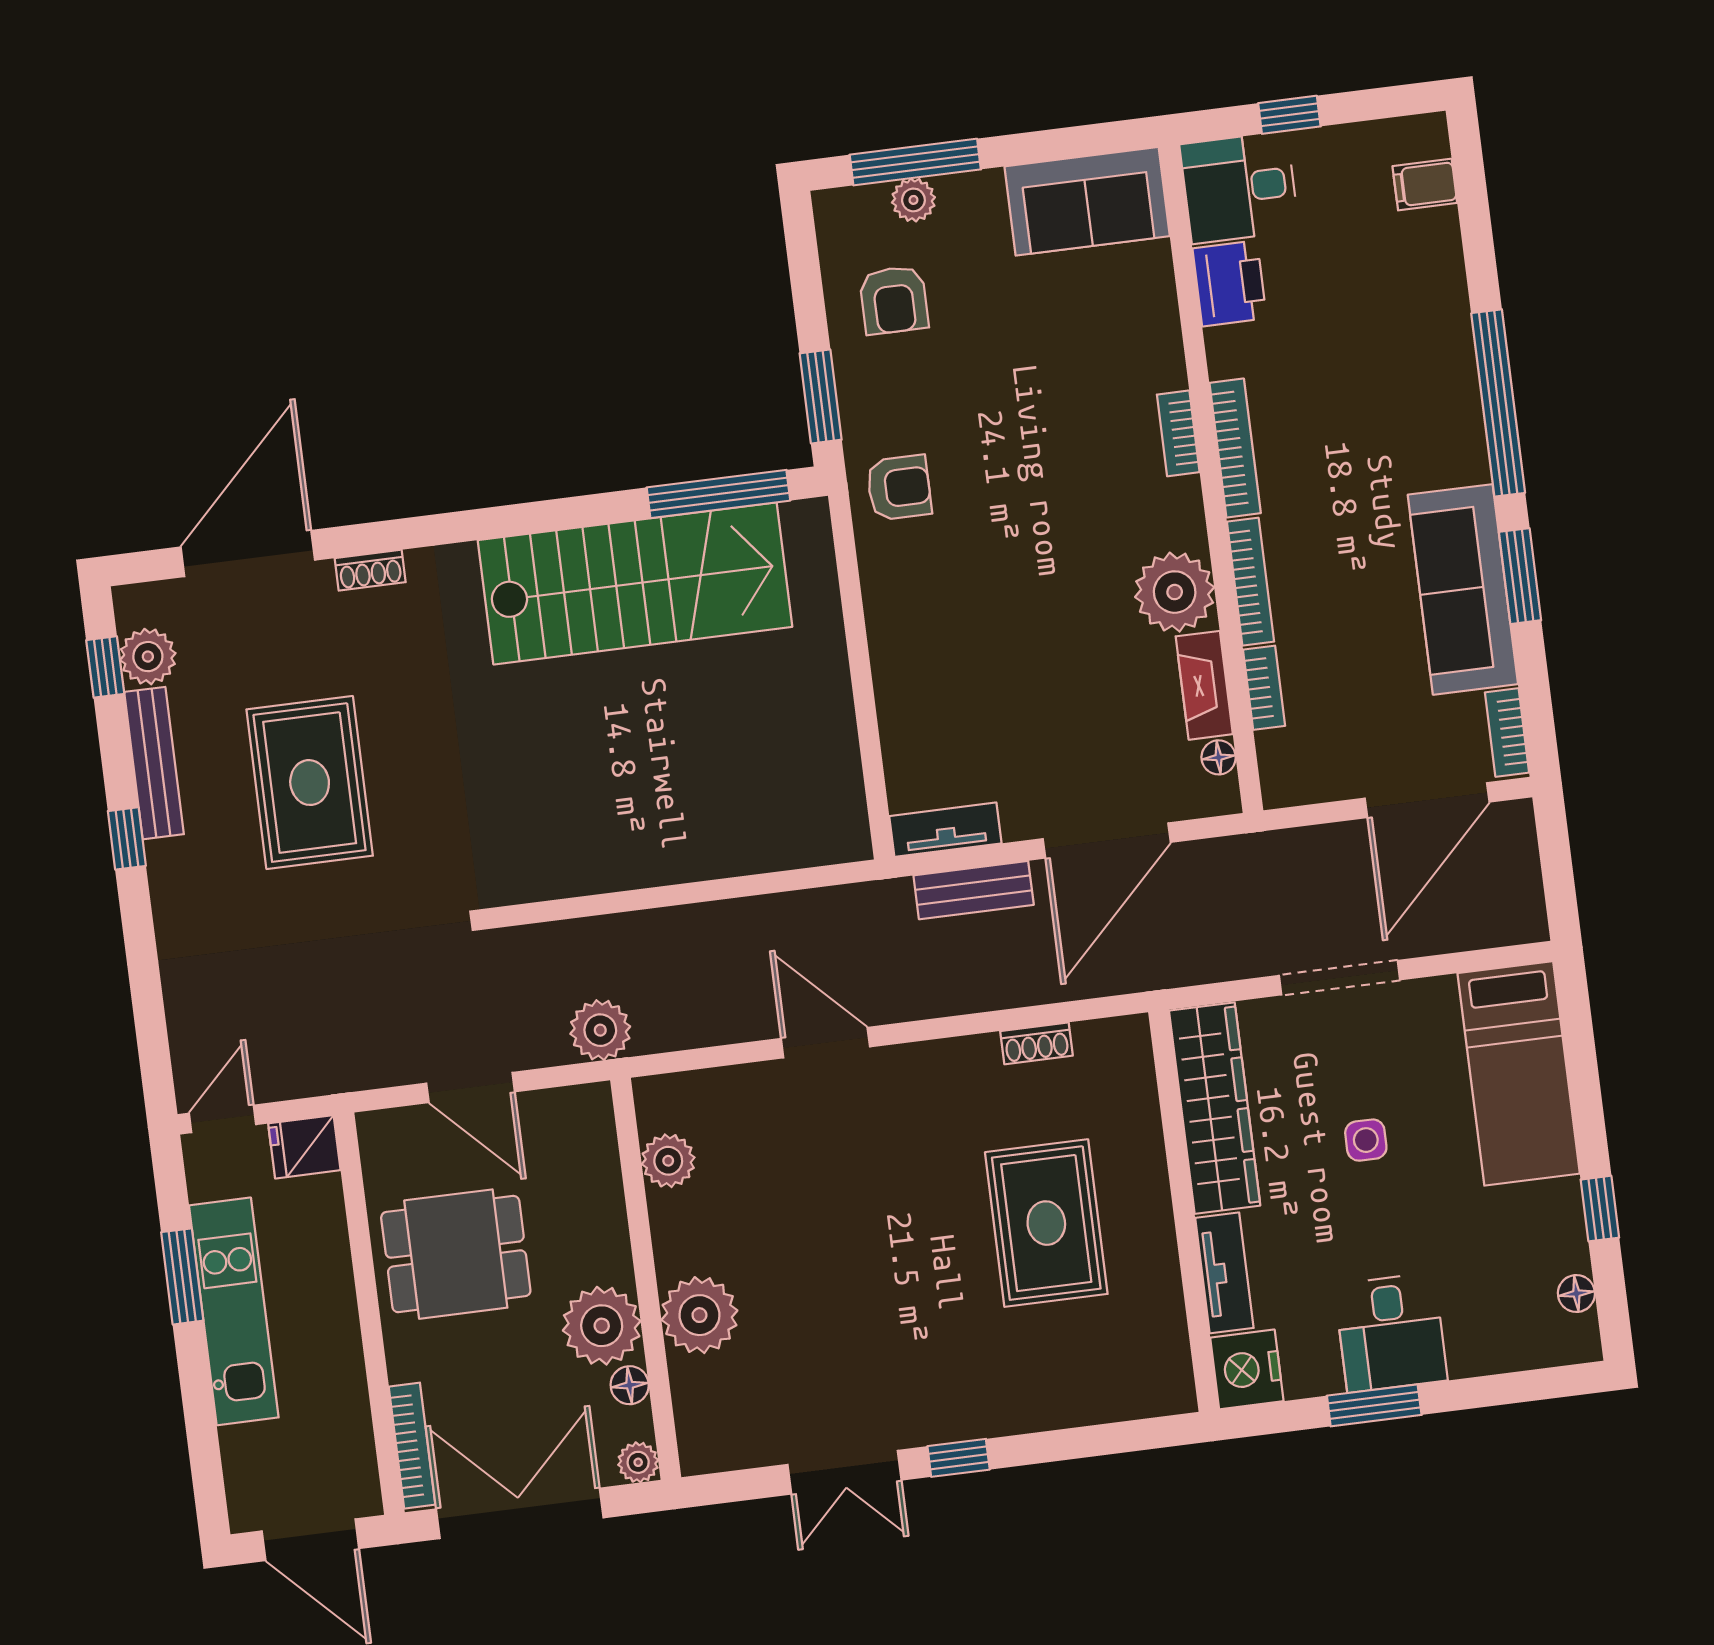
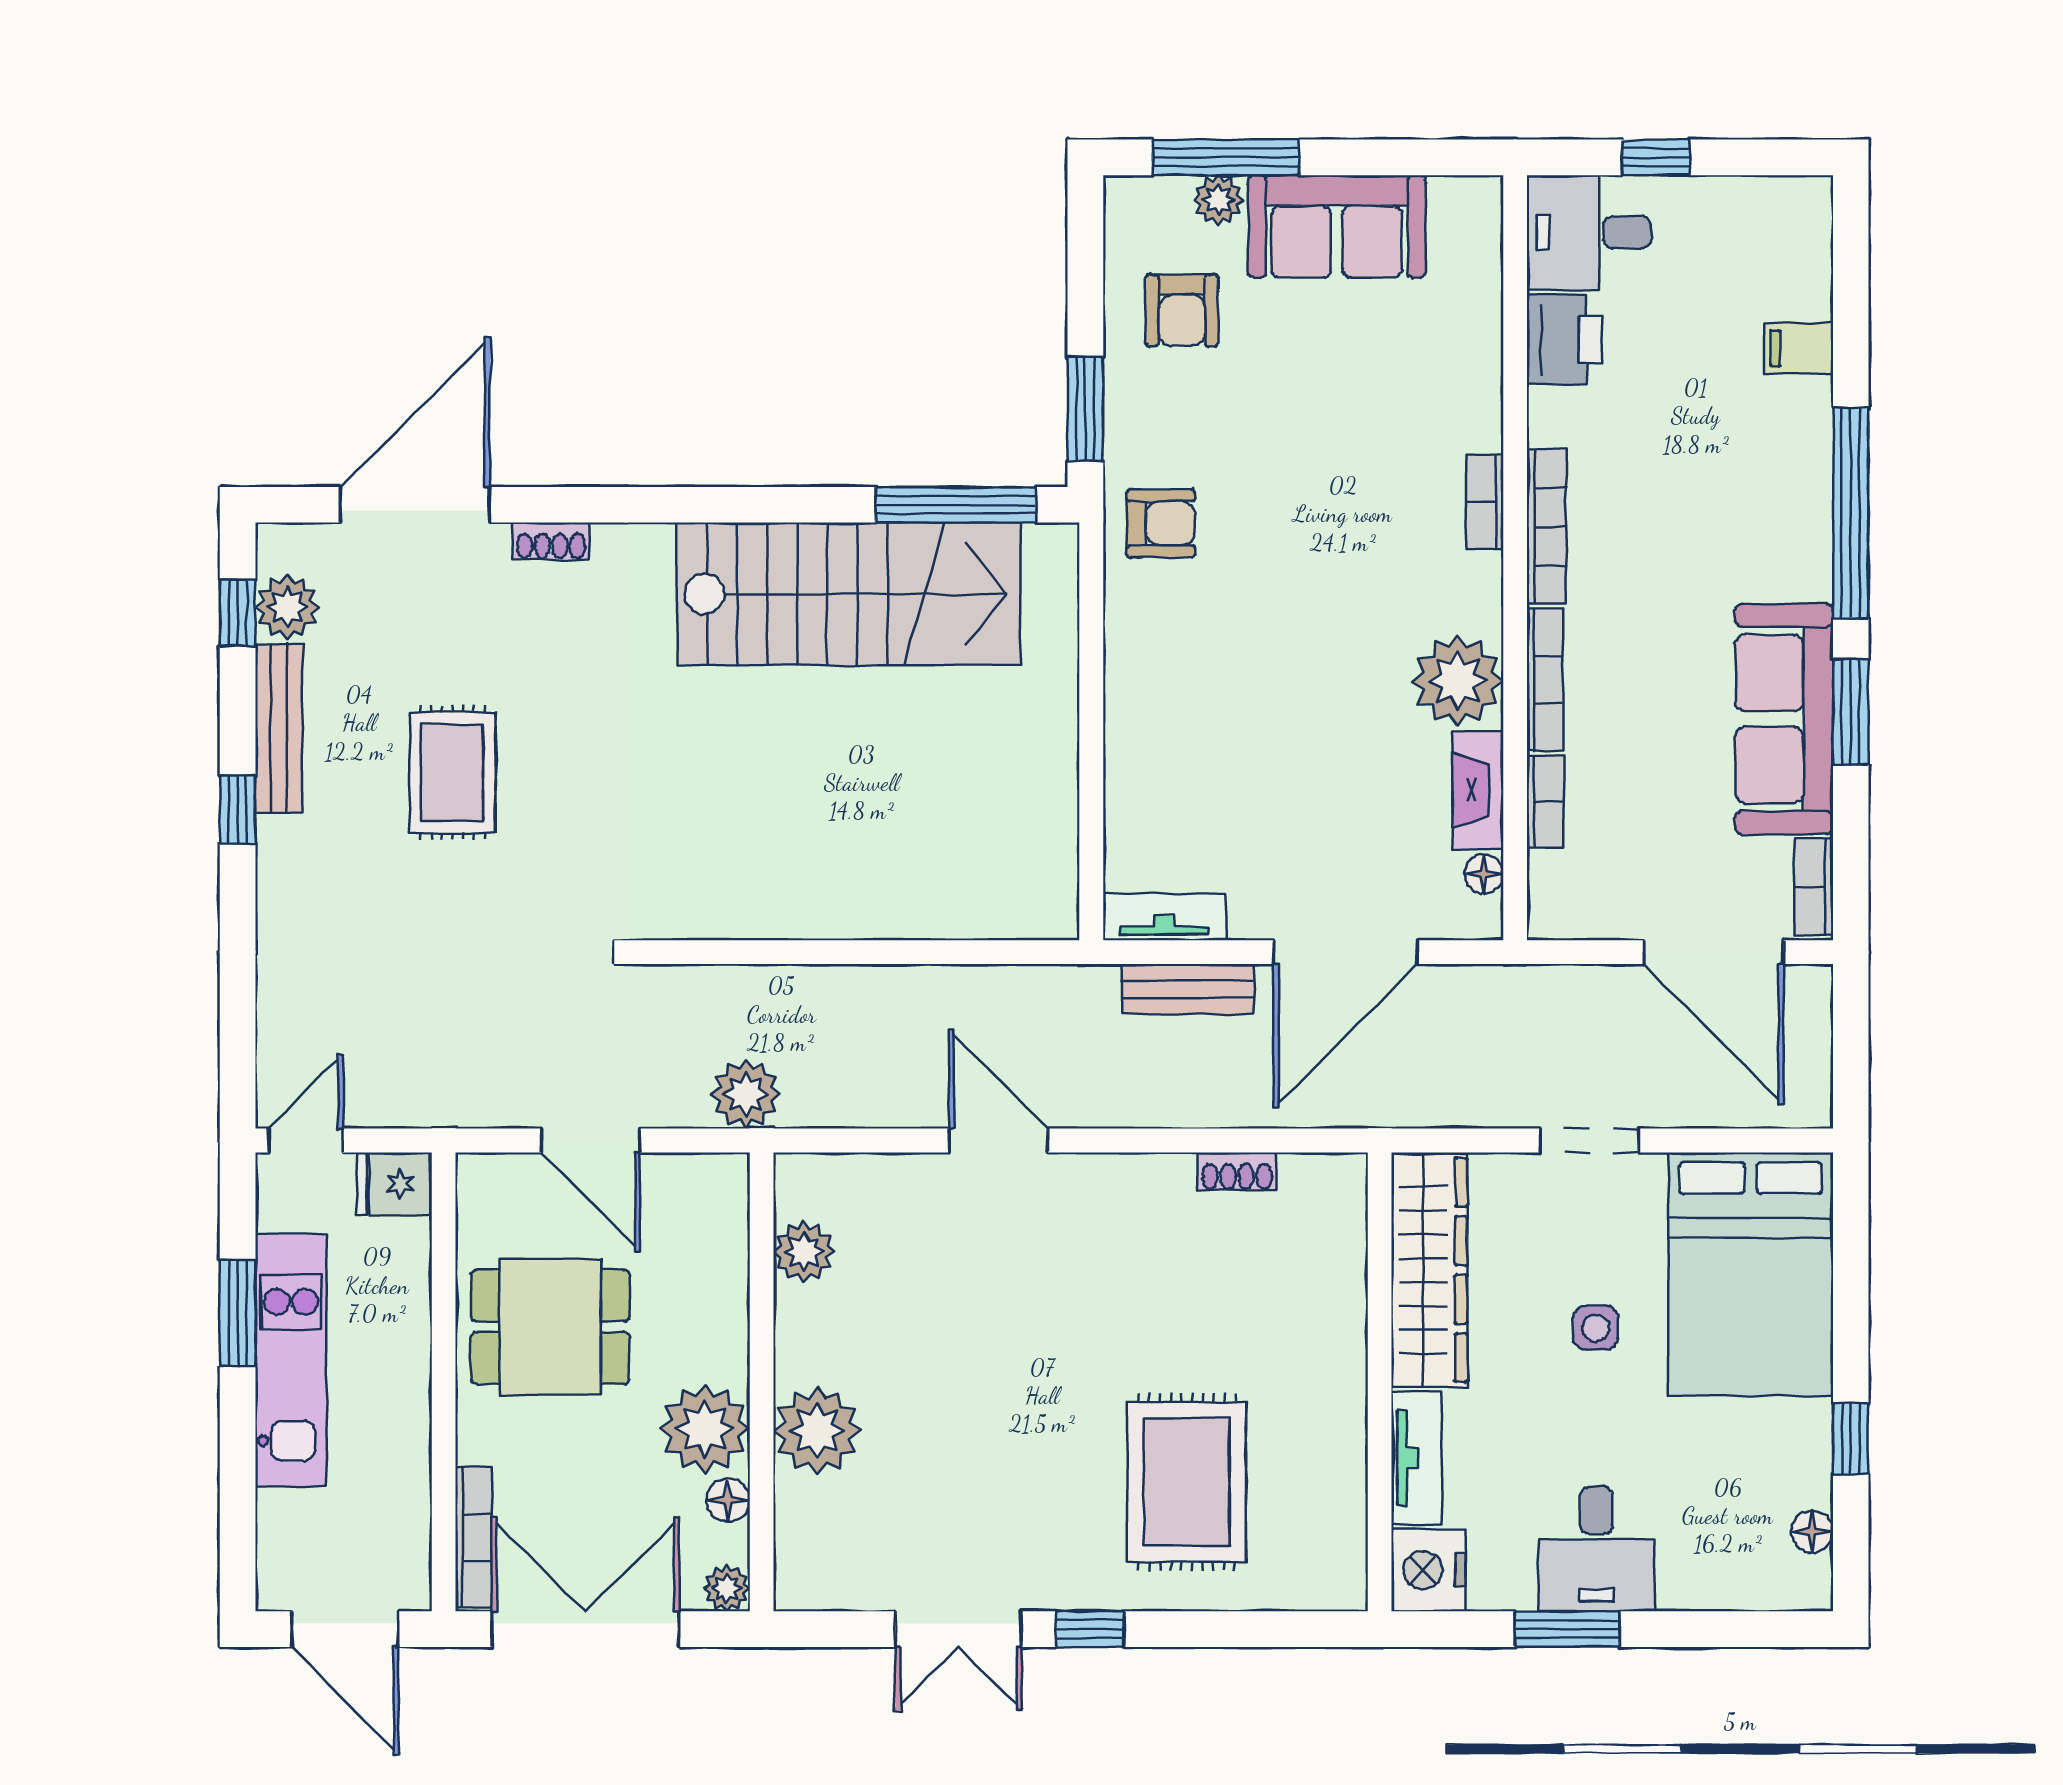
filing cabinet: (1425, 185) -> (1799, 348), moved
sofa: (1087, 201) -> (1337, 226), moved
rug: (310, 783) -> (452, 773), width x0.73, depth x0.70
door: (1427, 800) -> (1714, 952), hinge flipped
doorway: (1340, 978) -> (1589, 1140), width x0.73
bed: (1519, 1073) -> (1751, 1274), width x1.50
rug: (1046, 1223) -> (1187, 1482), moved

